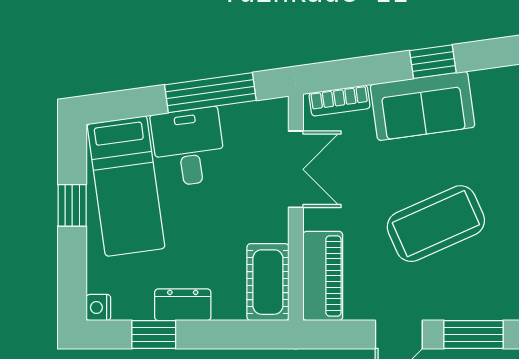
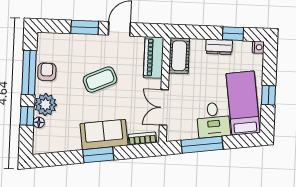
window: (433, 62) -> (98, 155), width x1.50
coffee table: (436, 224) -> (100, 80), width x0.73, depth x0.76

